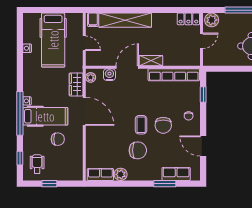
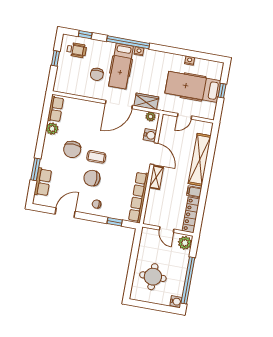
window: (52, 10) -> (222, 91), added
locker: (188, 19) -> (191, 215), width x1.53
filing cabinet: (93, 20) -> (194, 192), moved

